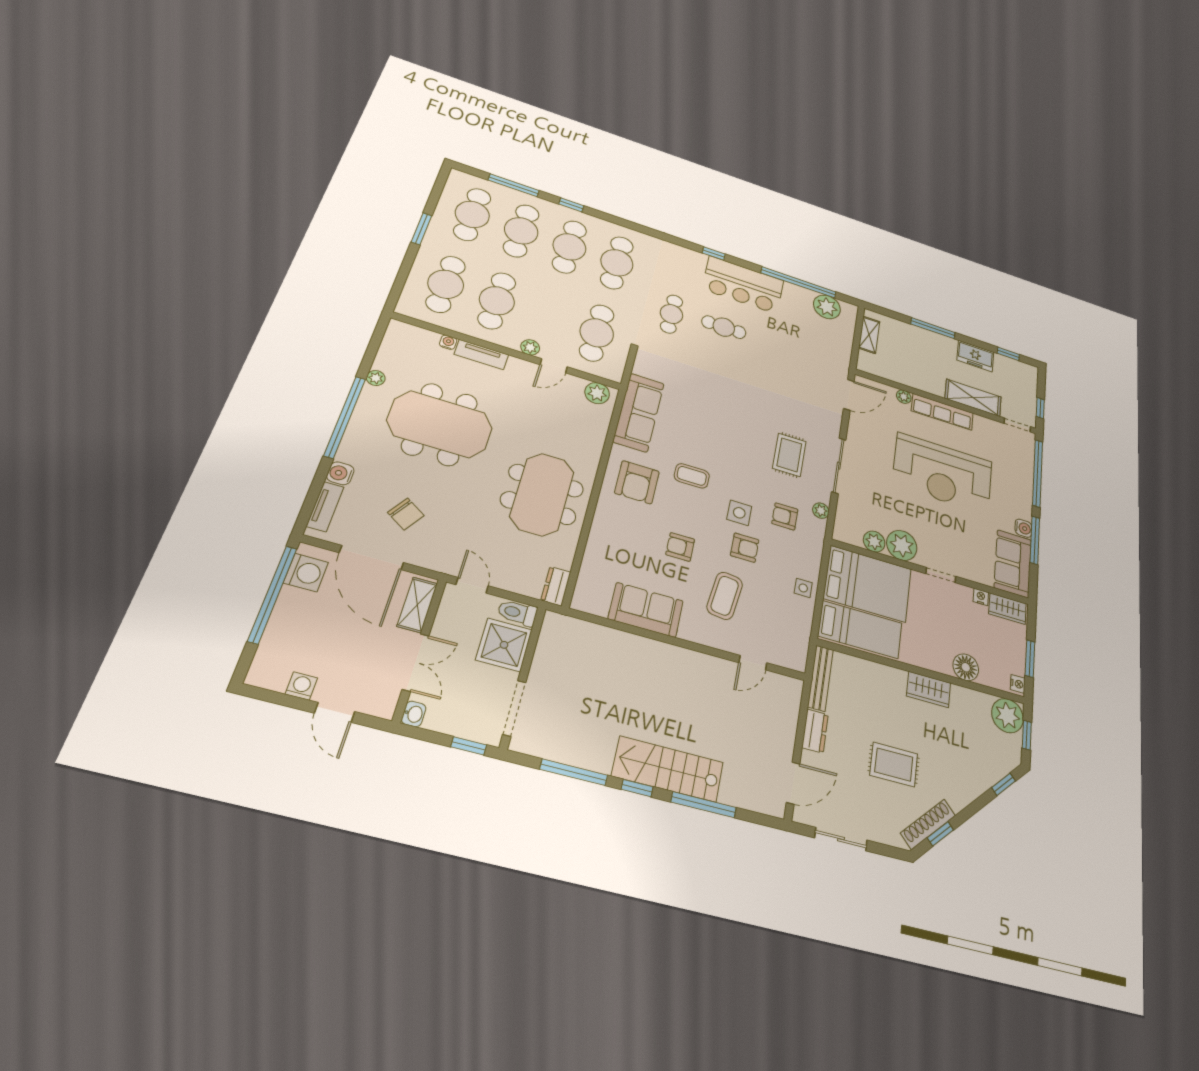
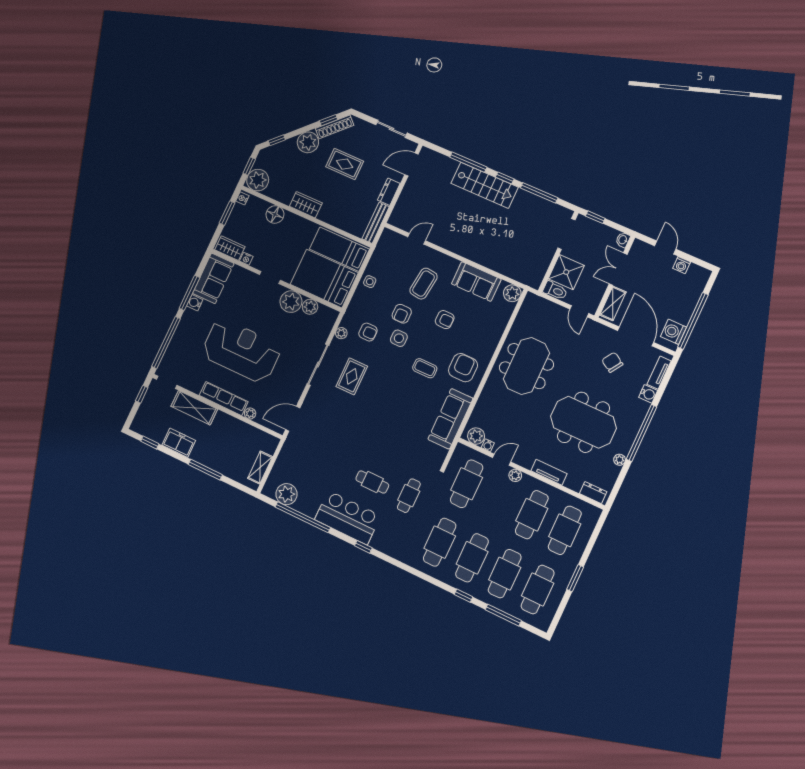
water cooler: (448, 342) -> (488, 445), moved
armchair: (745, 548) -> (402, 314), turned -90
dresser: (556, 586) -> (593, 493), moved, turned -90
plant: (586, 599) -> (512, 293), added
plant: (958, 790) -> (308, 142), added

